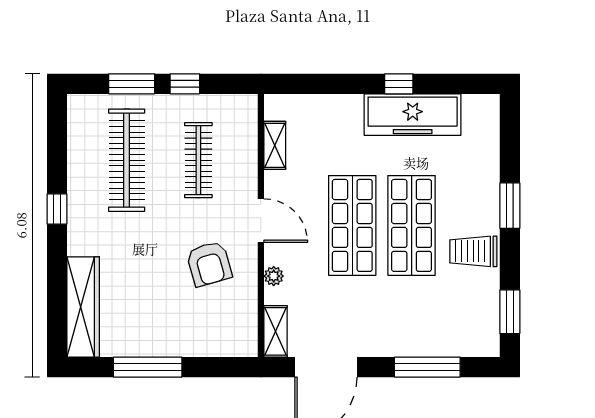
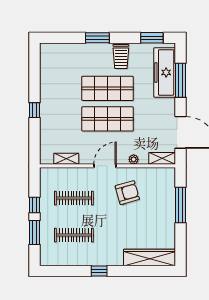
window: (399, 84) -> (35, 110), moved
freezer: (413, 115) -> (165, 72), moved, turned 180
clothes rail: (127, 160) -> (74, 235), width x0.73, depth x0.76
window: (148, 367) -> (180, 205), moved

